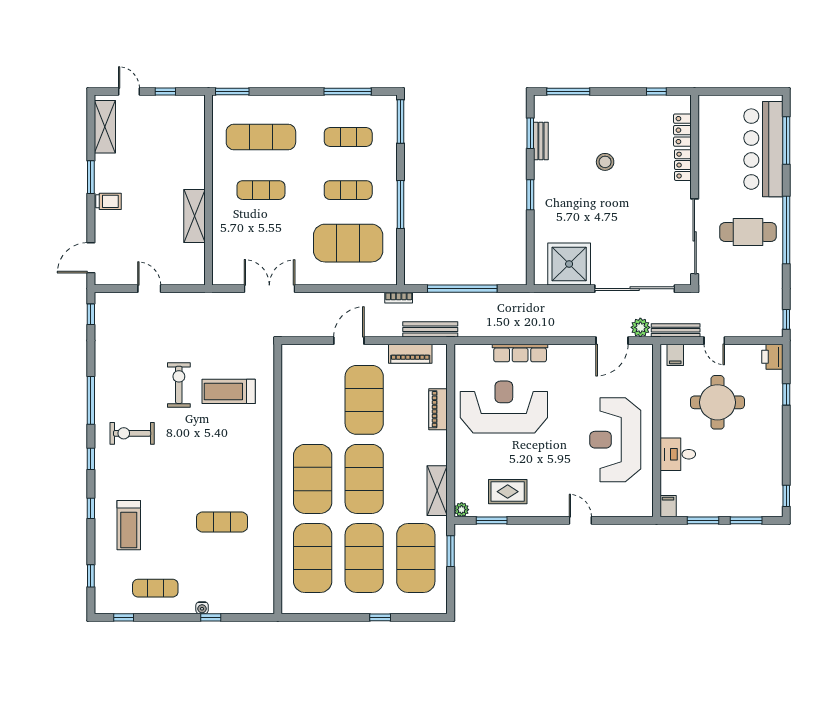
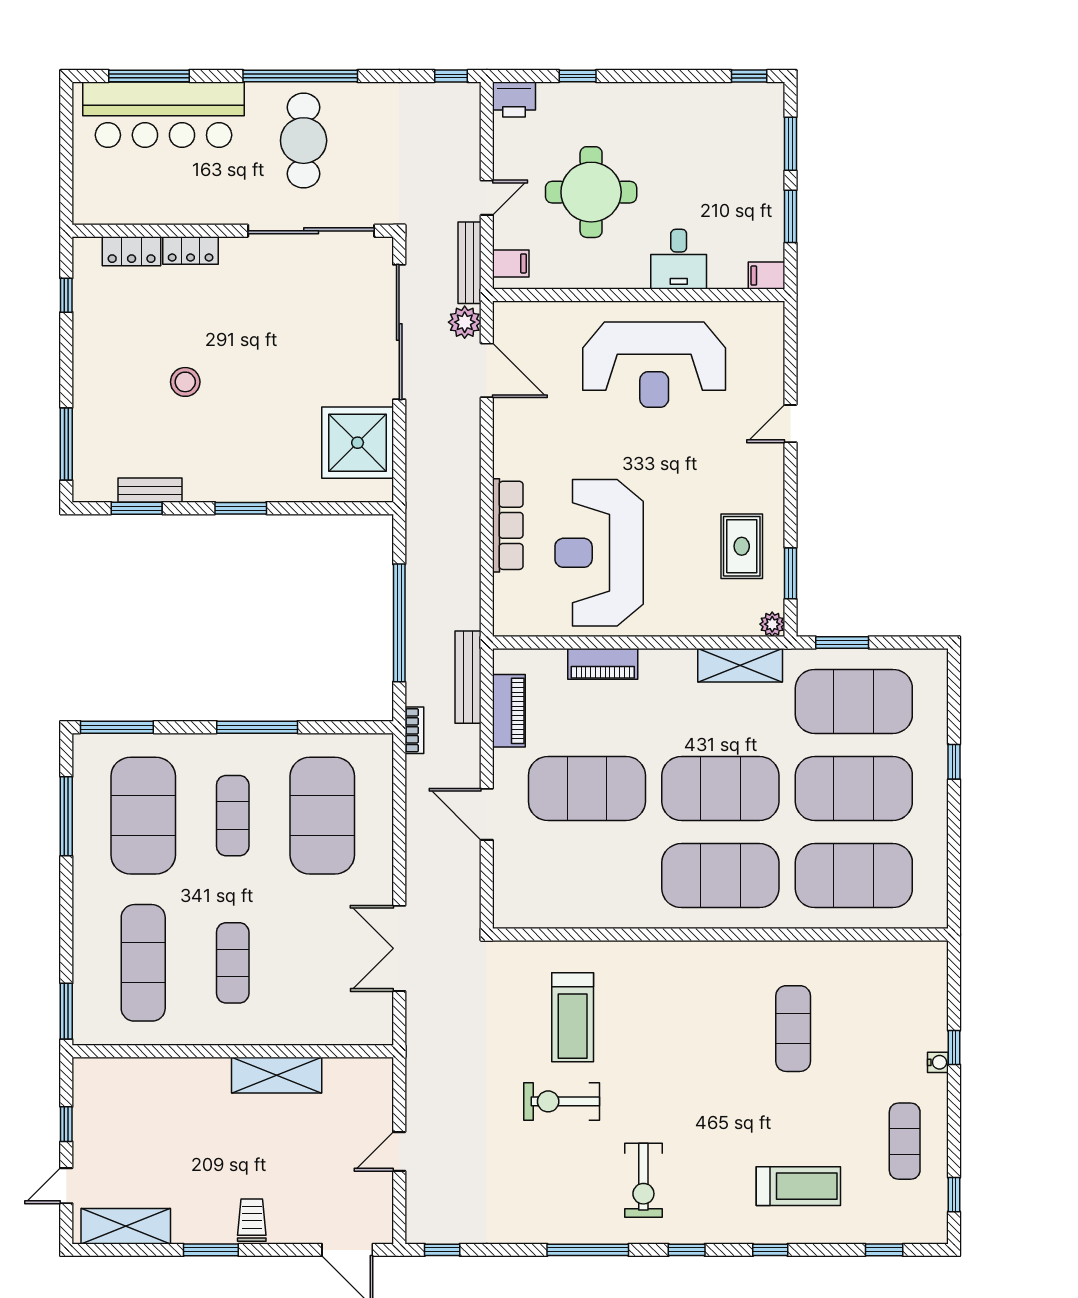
exercise mat: (348, 137) -> (143, 816), width x2.00, depth x1.45

